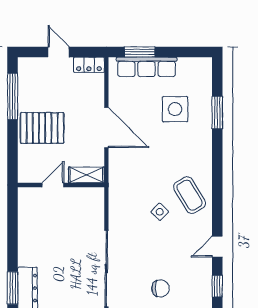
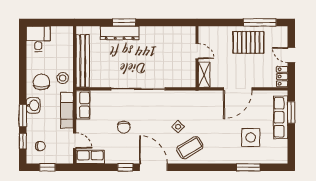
door: (59, 52) -> (291, 55), swing flipped
pallet: (42, 128) -> (248, 42), moved, turned 90
door: (217, 247) -> (153, 167), width x1.88

